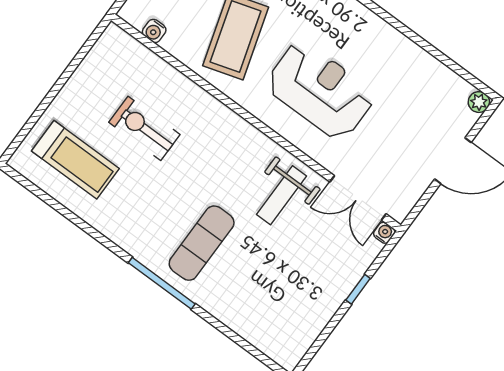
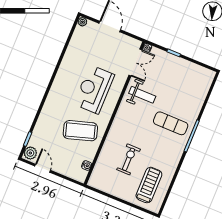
exercise bike: (144, 128) -> (128, 159), turned 180

